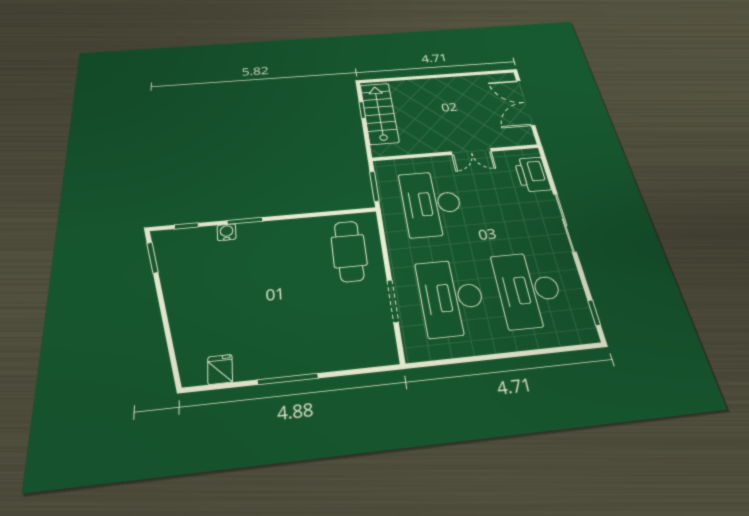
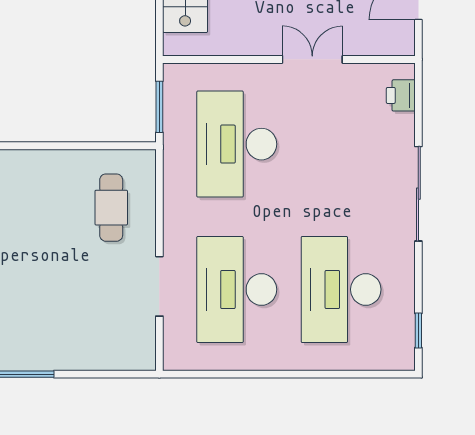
double door: (471, 151) -> (312, 59), swing flipped
printer: (532, 174) -> (401, 95), width x0.53, depth x0.68
cafe table: (349, 251) -> (111, 208), width x0.73, depth x0.74

